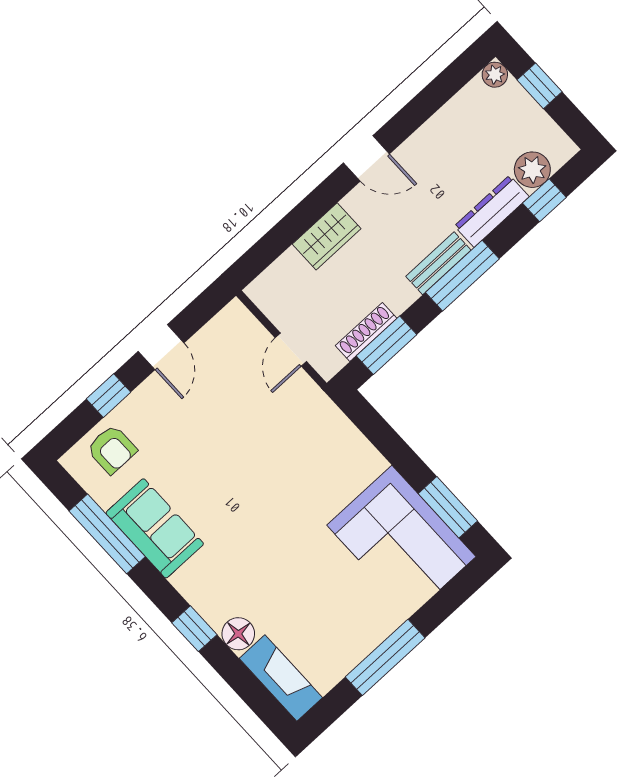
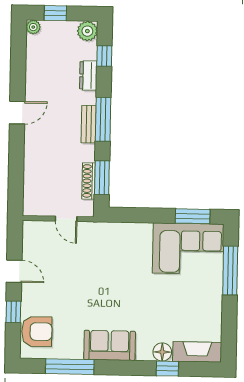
plant: (532, 170) -> (87, 31), moved
dresser: (492, 211) -> (88, 75), width x0.70
wardrobe: (327, 236) -> (34, 160), removed
armchair: (112, 449) -> (37, 332), width x1.38, depth x1.38
sofa: (155, 528) -> (110, 345), moved
window: (194, 629) -> (167, 369), moved
window: (385, 657) -> (230, 271), moved

